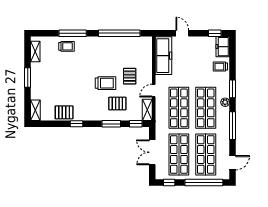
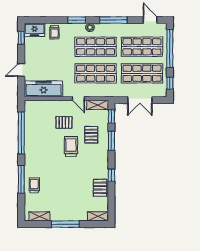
window: (28, 78) -> (65, 224), width x1.44

